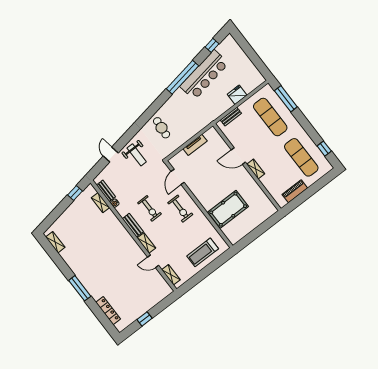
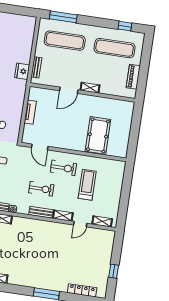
fridge: (237, 95) -> (22, 71), moved
treadmill: (203, 252) -> (87, 185), moved, turned 180

